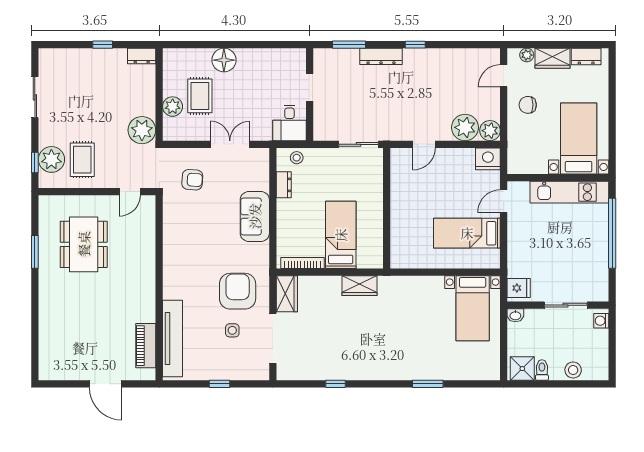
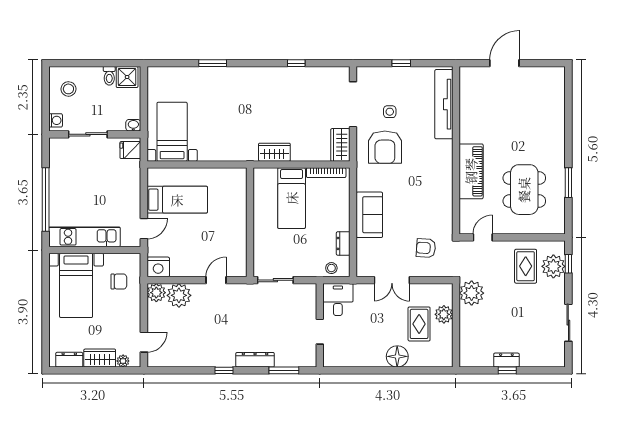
dresser: (142, 56) -> (506, 360), moved
chair: (528, 105) -> (119, 282), moved
piano: (146, 346) -> (471, 171), moved, width x1.37, depth x1.33
stool: (573, 370) -> (68, 89), moved
door: (106, 384) -> (504, 63), hinge flipped

